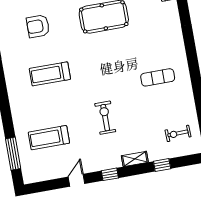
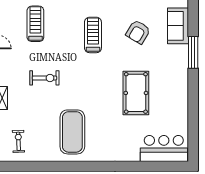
armchair: (38, 26) -> (138, 32), turned -149
exercise mat: (158, 77) -> (72, 132), width x2.00, depth x1.45

